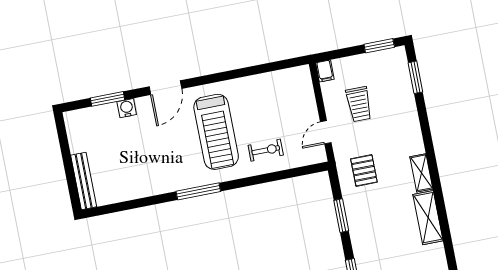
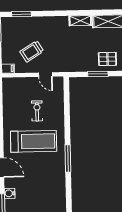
trolley: (359, 104) -> (32, 51), turned 148
exercise bike: (266, 150) -> (37, 111), moved
pallet: (364, 171) -> (107, 59), moved

